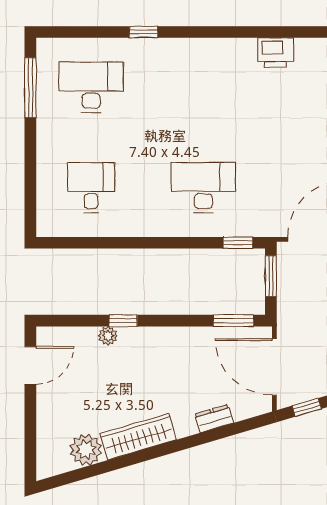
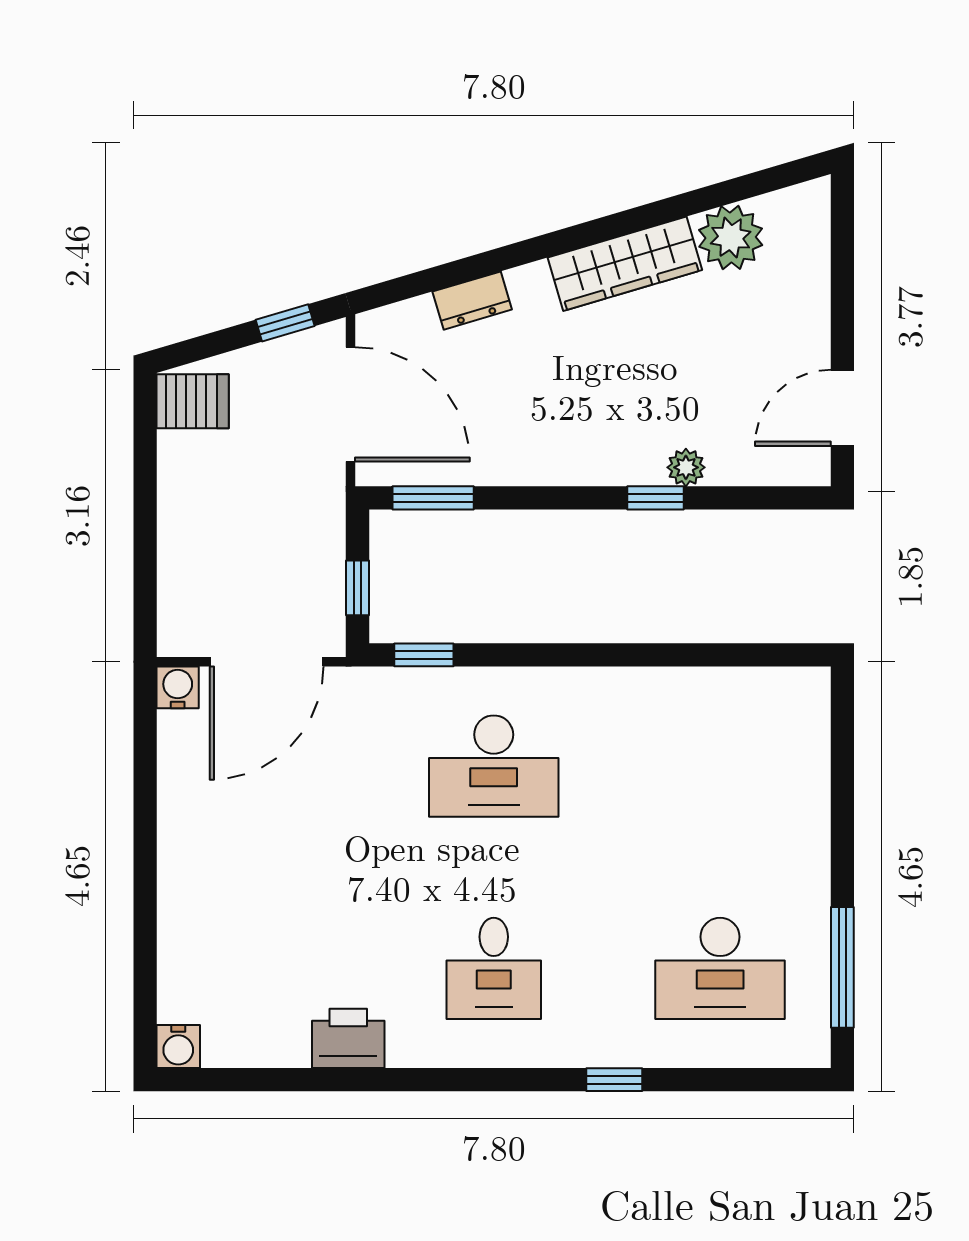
desk: (91, 188) -> (494, 968), moved
window: (271, 276) -> (357, 588), width x0.67

